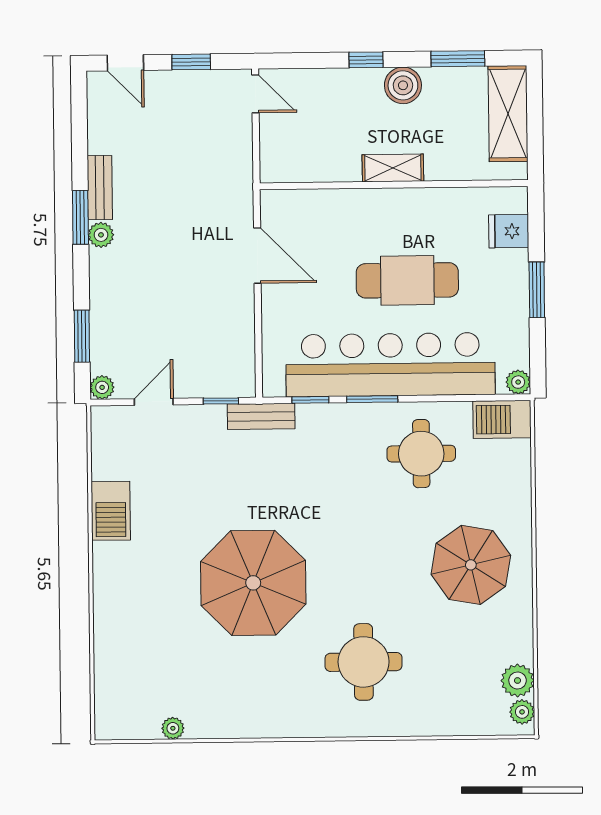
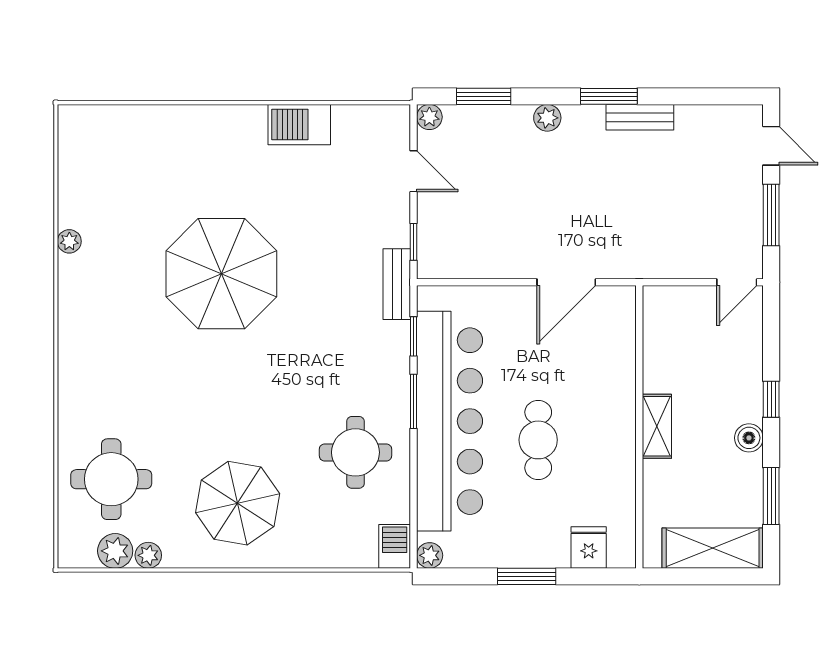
window: (191, 62) -> (771, 215), width x1.50
door: (125, 63) -> (771, 146), swing flipped
boiler: (403, 85) -> (749, 438), width x0.73, depth x0.73
plant: (101, 235) -> (547, 118), moved
cafe table: (407, 280) -> (538, 440), width x0.73, depth x0.74
barbecue: (502, 419) -> (395, 546), width x0.73, depth x0.79
round table: (364, 662) -> (111, 479), moved
plant: (522, 712) -> (148, 555), moved
plant: (173, 728) -> (69, 241), moved

